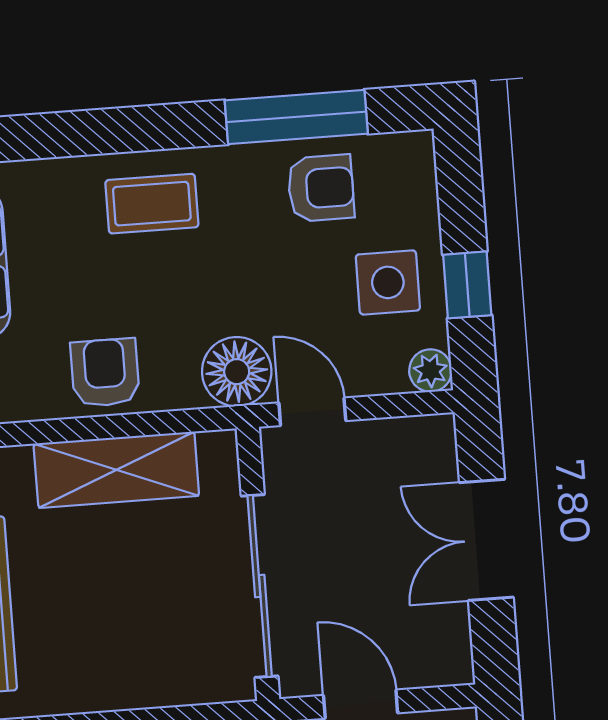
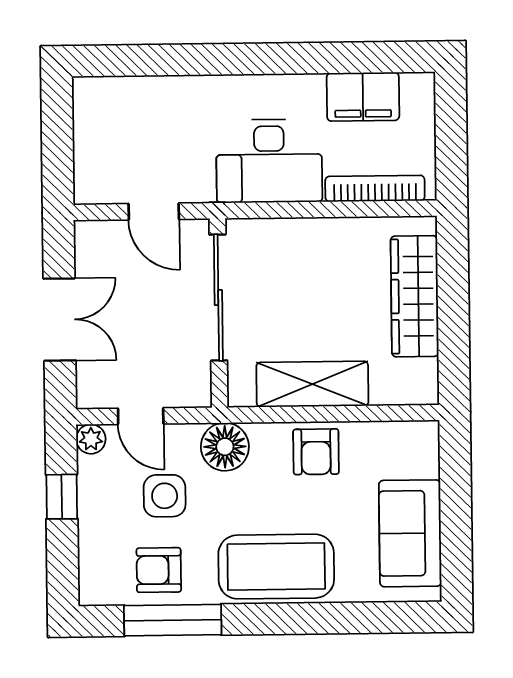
coffee table: (152, 204) -> (276, 567), width x1.86, depth x1.72
side table: (388, 282) -> (165, 496), moved
door: (312, 412) -> (141, 416), moved

